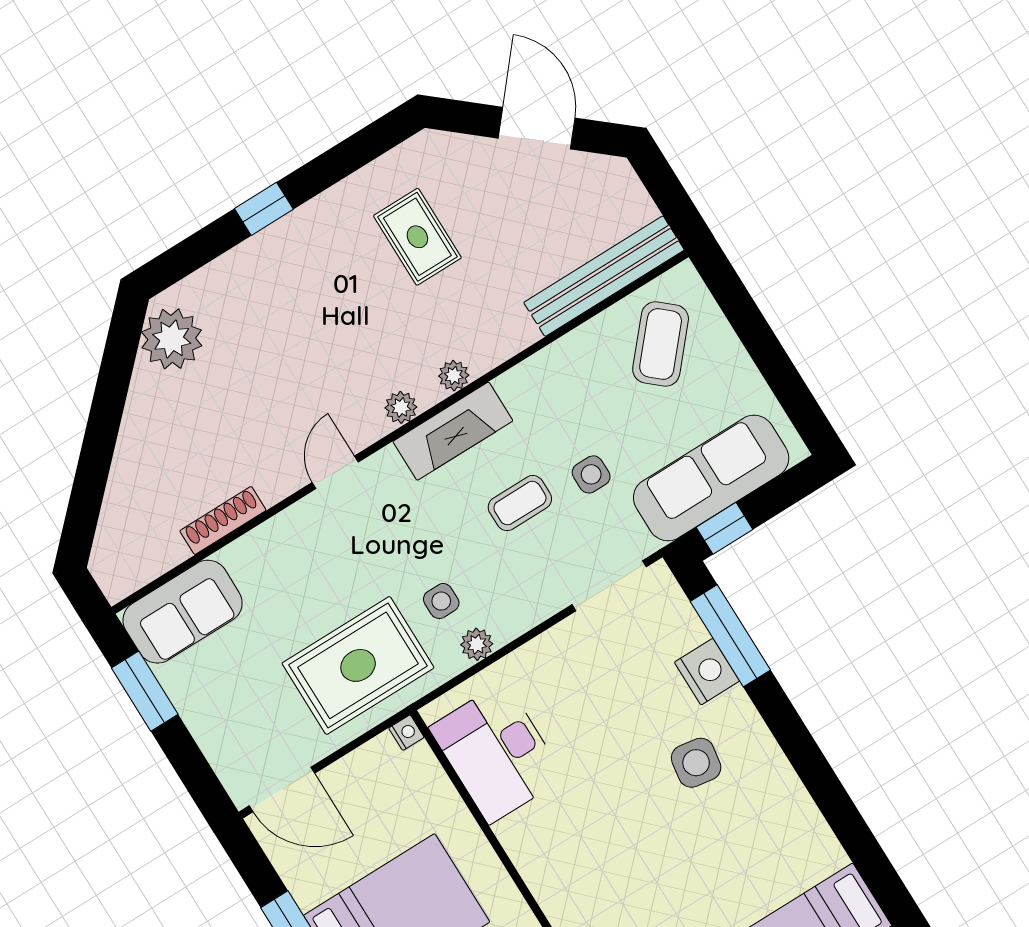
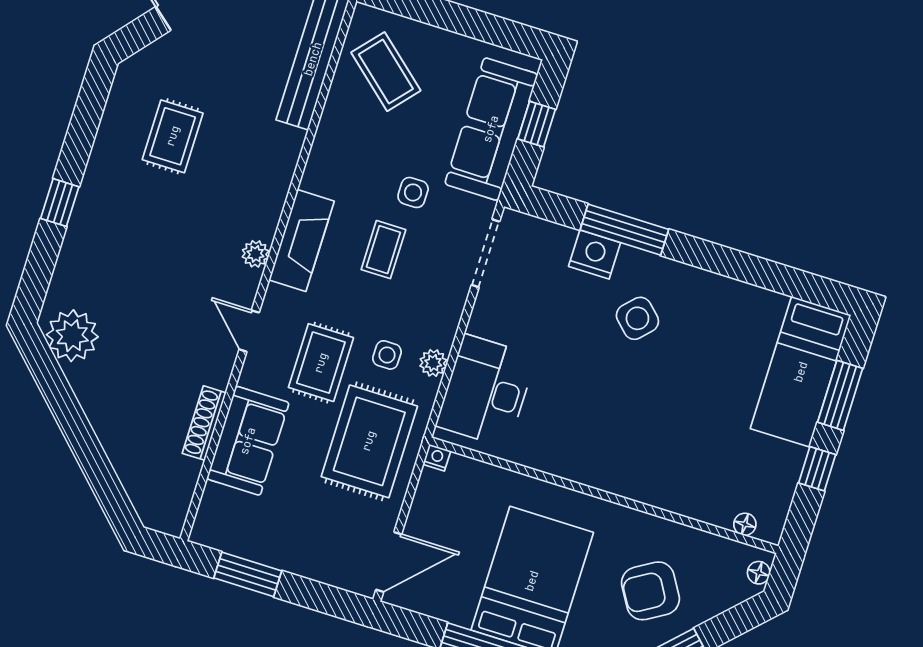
rug: (417, 237) -> (173, 136), turned 90
plant: (454, 376) -> (272, 205), removed
window: (724, 528) -> (537, 124), moved
rug: (376, 557) -> (321, 363), added
sofa: (183, 612) -> (248, 441), moved
window: (730, 636) -> (624, 230), moved
desk: (497, 753) -> (486, 391), moved, turned 90
side table: (696, 763) -> (637, 318), turned 35

